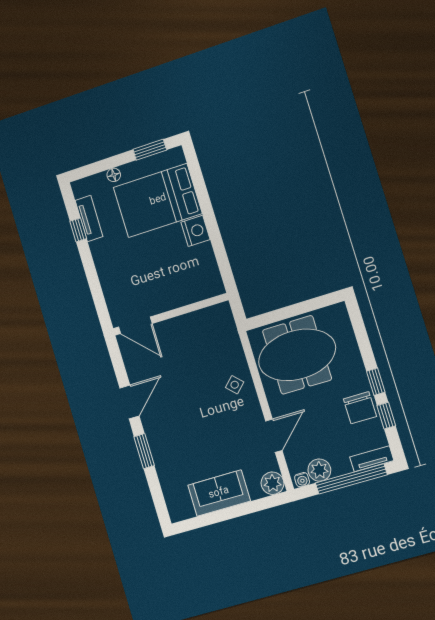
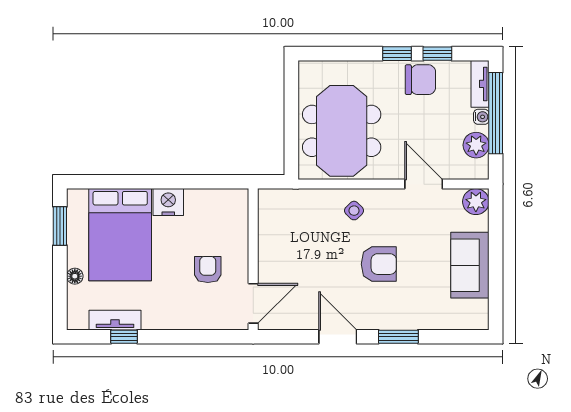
armchair: (151, 280) -> (208, 270), added
armchair: (197, 418) -> (379, 264), added
water cooler: (302, 480) -> (481, 117), moved

